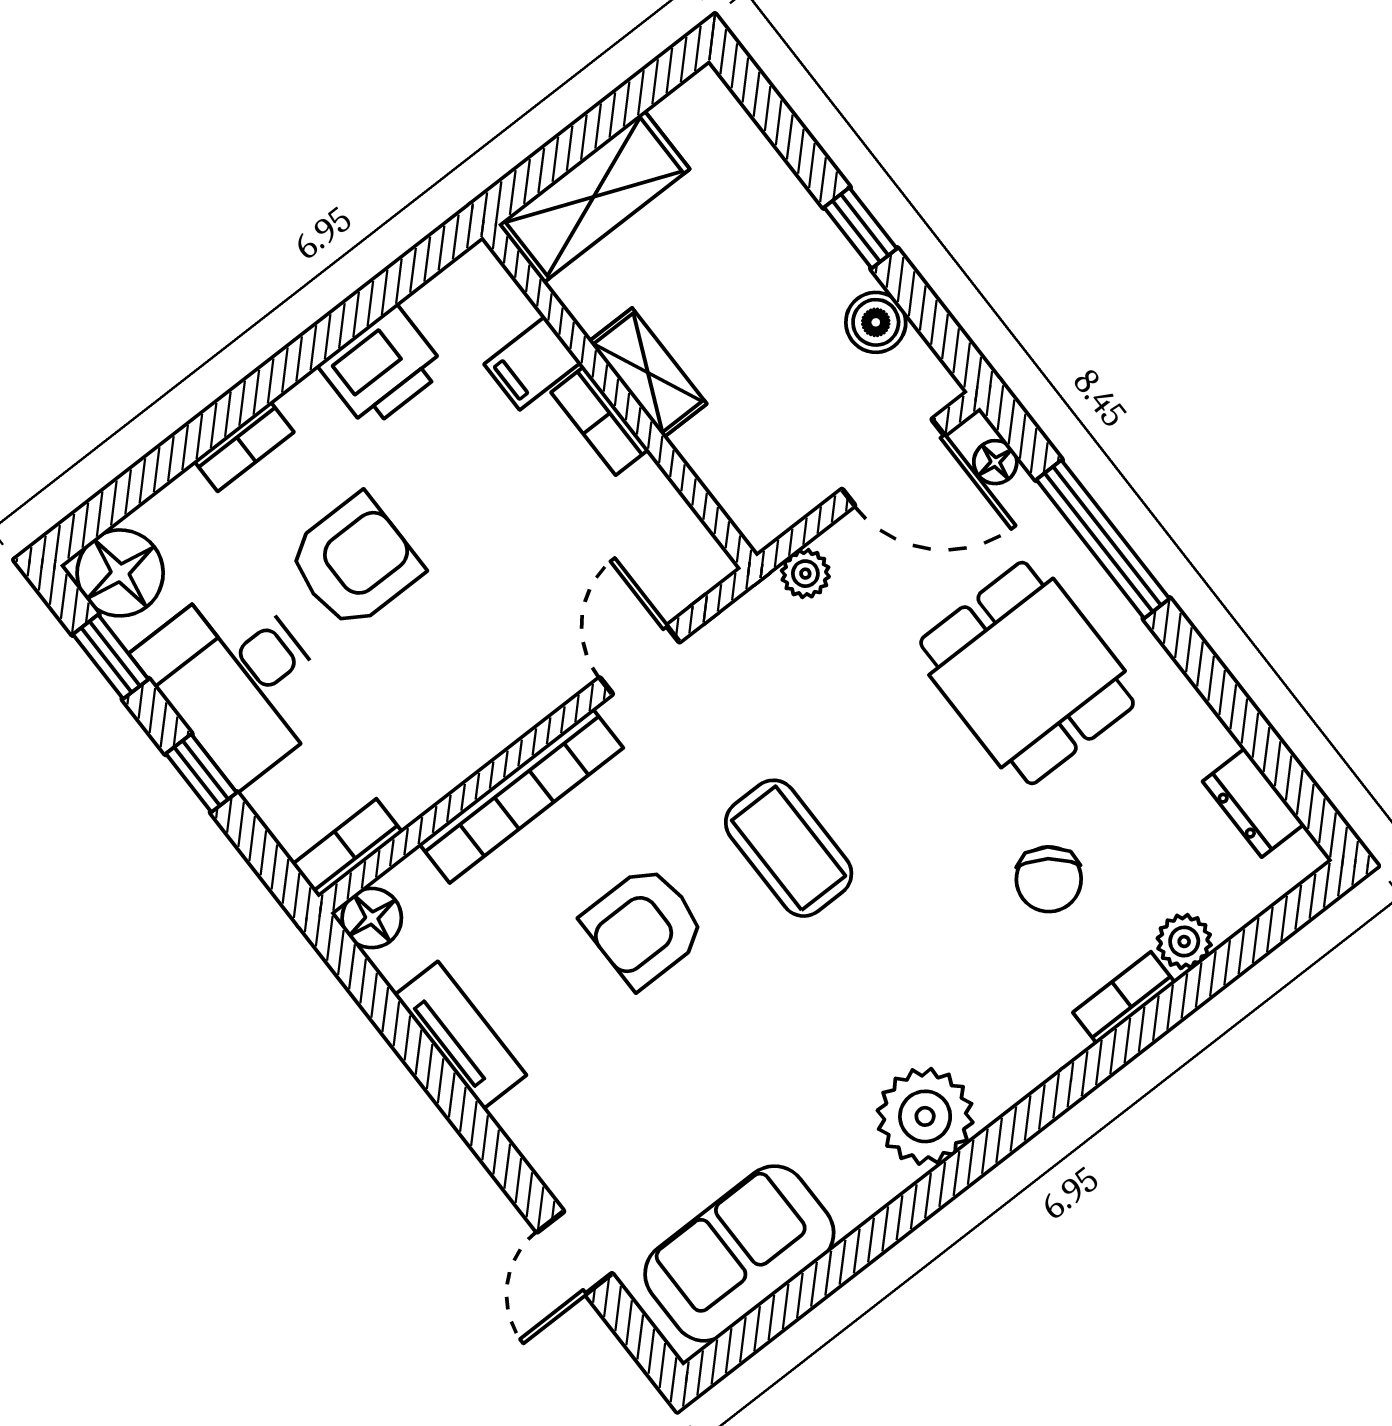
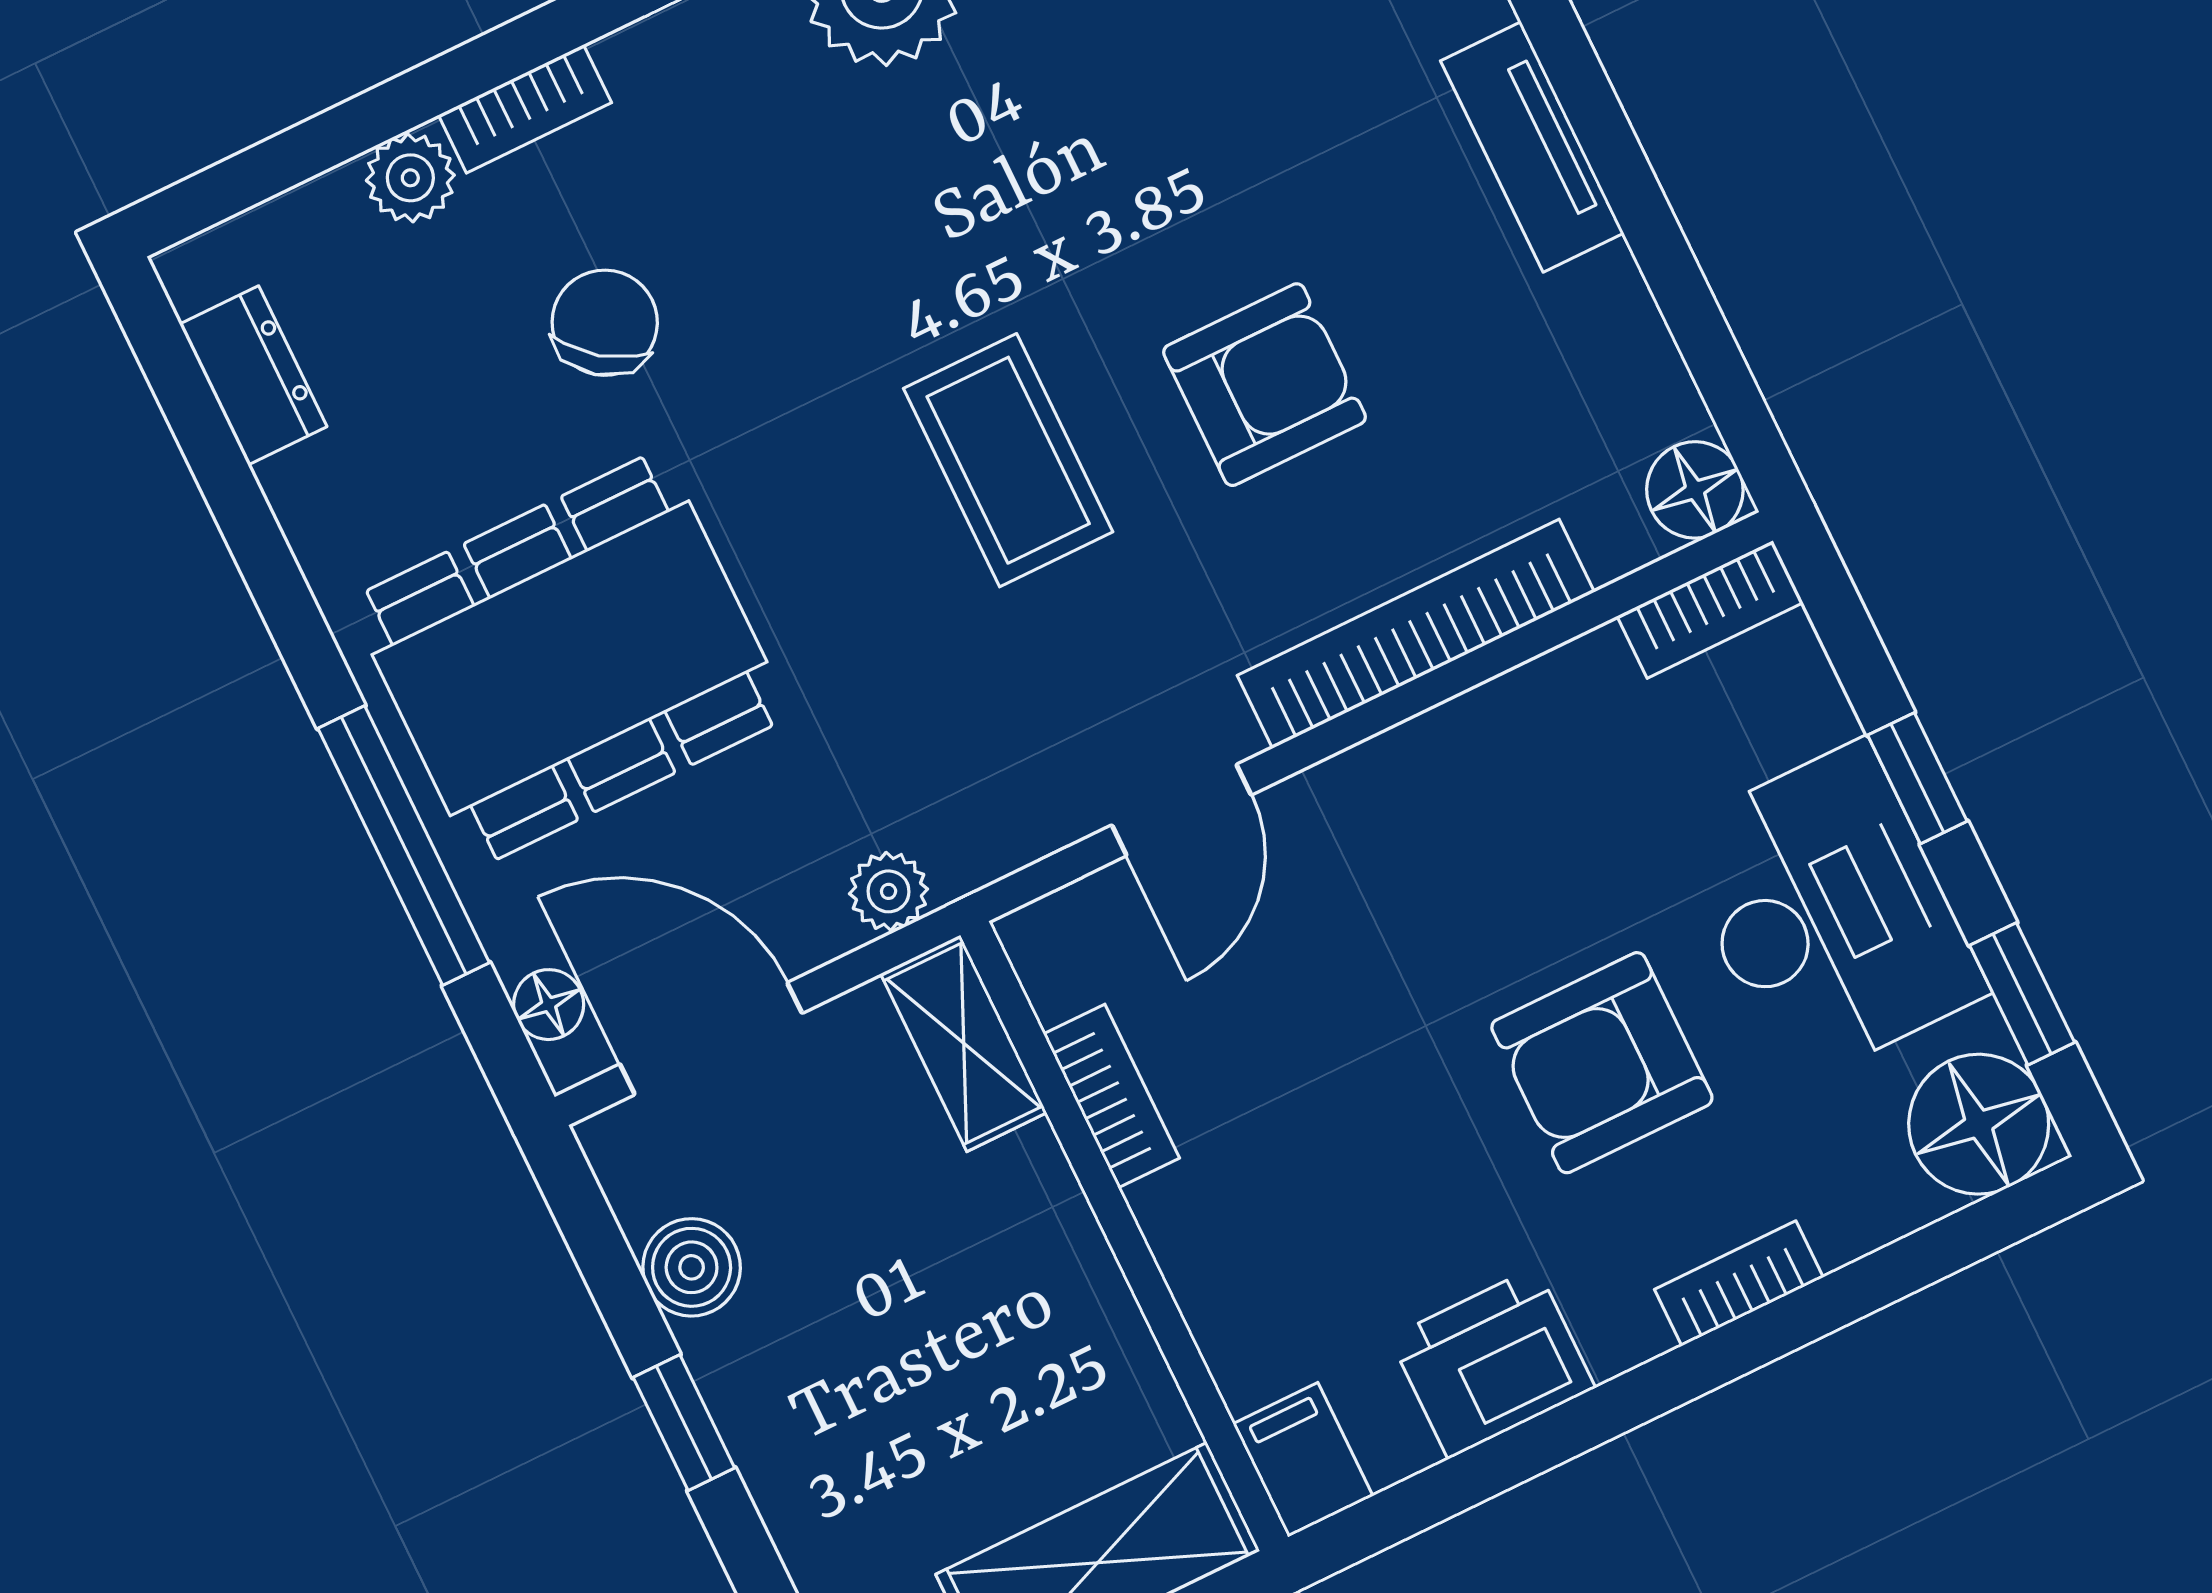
filing cabinet: (532, 363) -> (1303, 1460), moved, turned -90
shelving: (648, 373) -> (964, 1043), moved
bookcase: (600, 421) -> (1112, 1096), moved
dining table: (1027, 673) -> (569, 658), width x1.37
tv unit: (460, 1035) -> (1532, 147), moved

